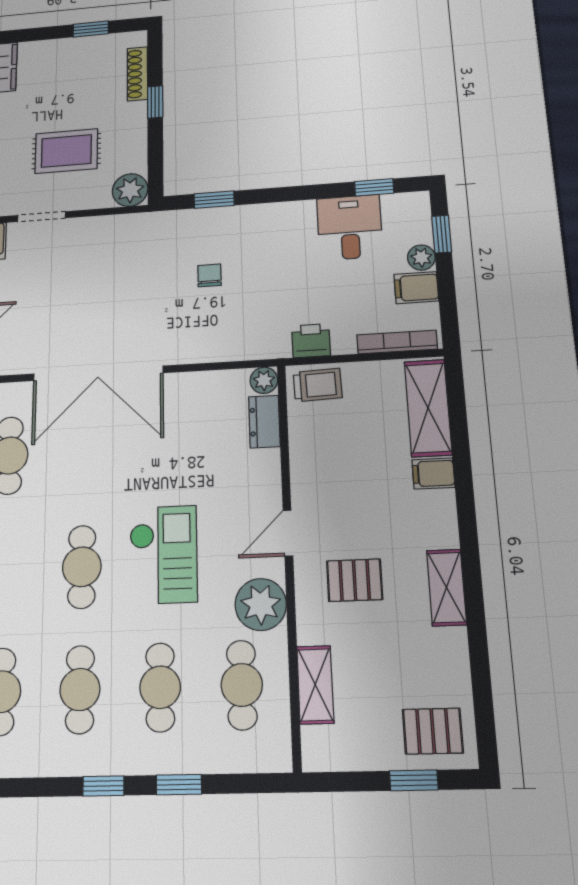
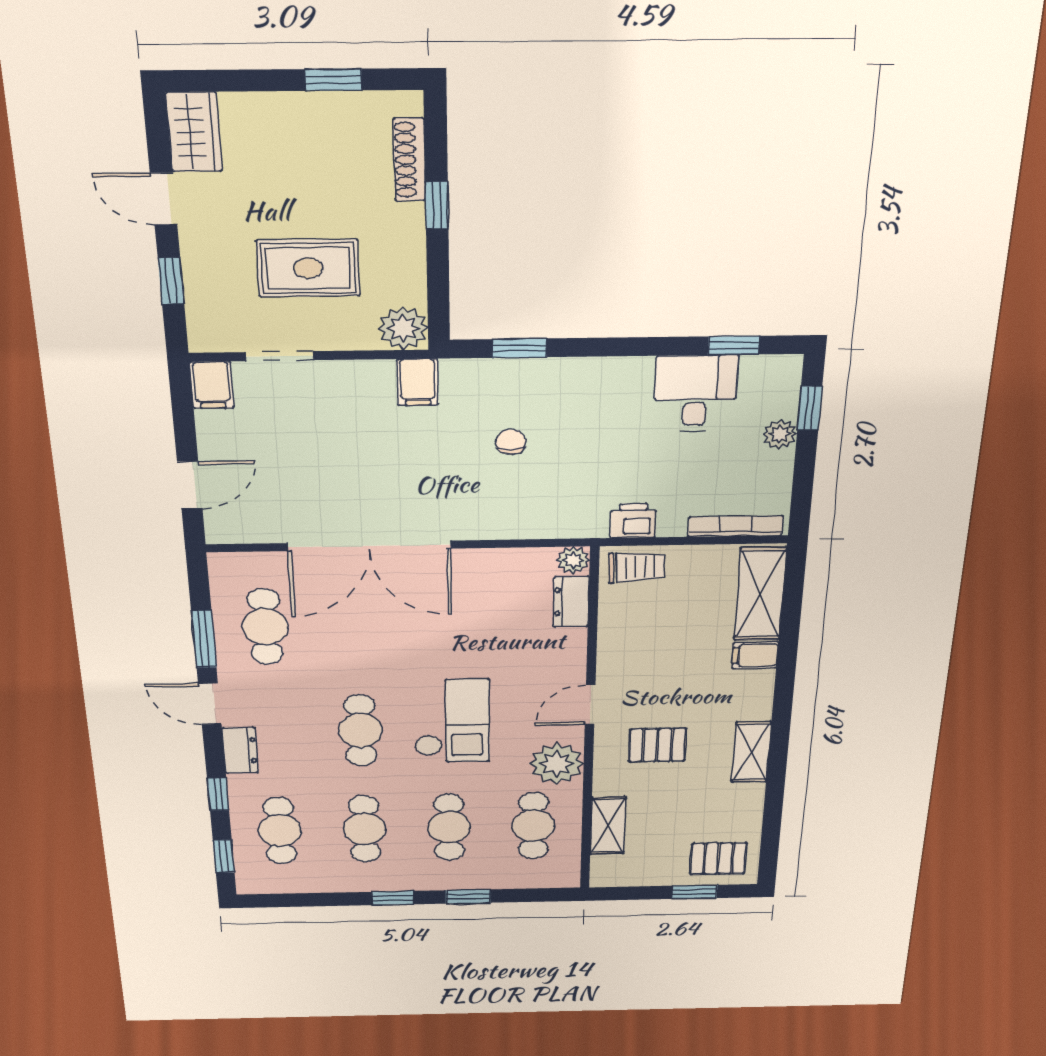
filing cabinet: (416, 288) -> (418, 382), moved, turned -90

